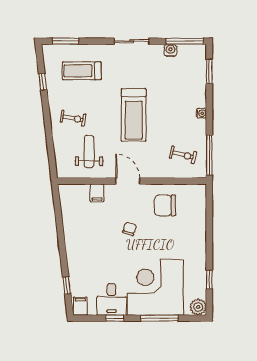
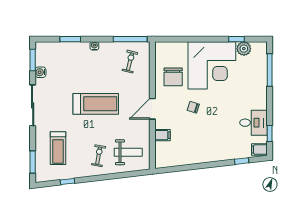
sliding door: (132, 41) -> (33, 105), width x1.37
window: (185, 41) -> (33, 60), width x0.69
window: (209, 71) -> (70, 39), moved
weight bench: (89, 151) -> (128, 152), moved, turned 180
corner desk: (155, 287) -> (212, 65), moved, turned -90
plant: (198, 307) -> (244, 49), moved
window: (115, 318) -> (270, 133), moved
window: (159, 318) -> (270, 70), moved

